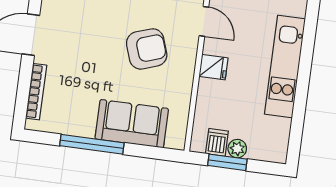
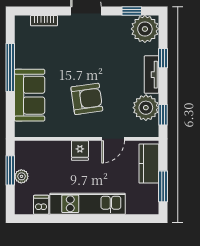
armchair: (147, 49) -> (87, 99), turned -79
bookcase: (36, 92) -> (44, 21), width x0.64
dishwasher: (217, 142) -> (41, 205), moved, turned -90

